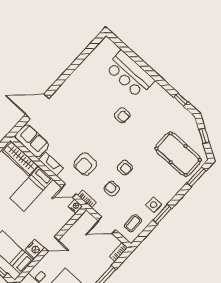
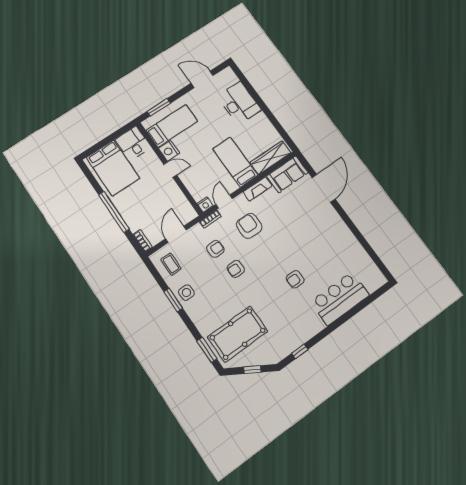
door: (51, 244) -> (170, 170), swing flipped

